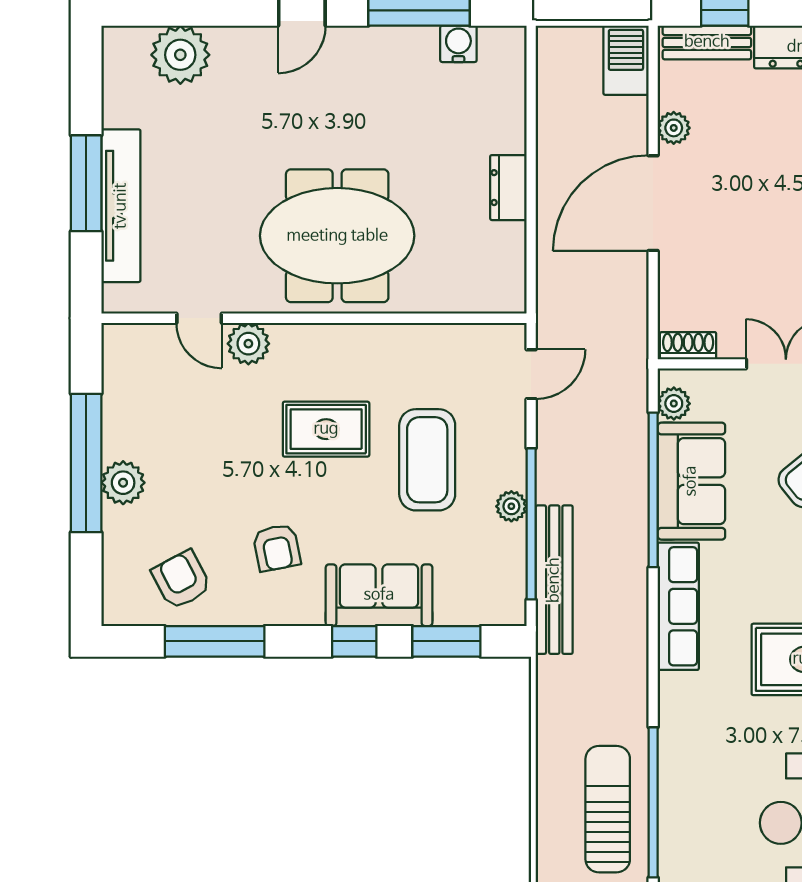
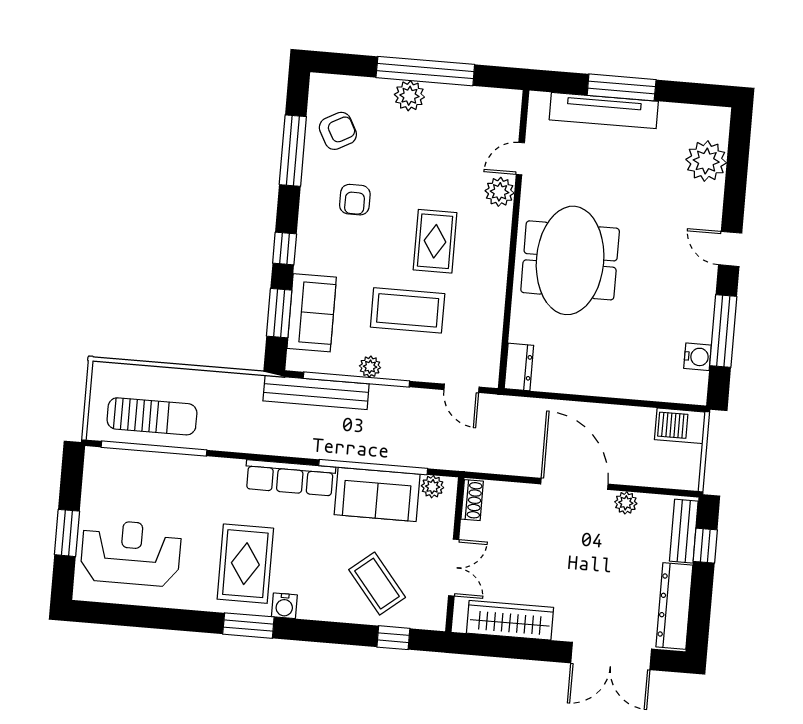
barbecue: (626, 60) -> (680, 426), moved, turned 180
dresser: (508, 188) -> (519, 367), moved, turned 90
armchair: (277, 548) -> (355, 200), turned -79
sofa: (379, 595) -> (312, 313), moved

